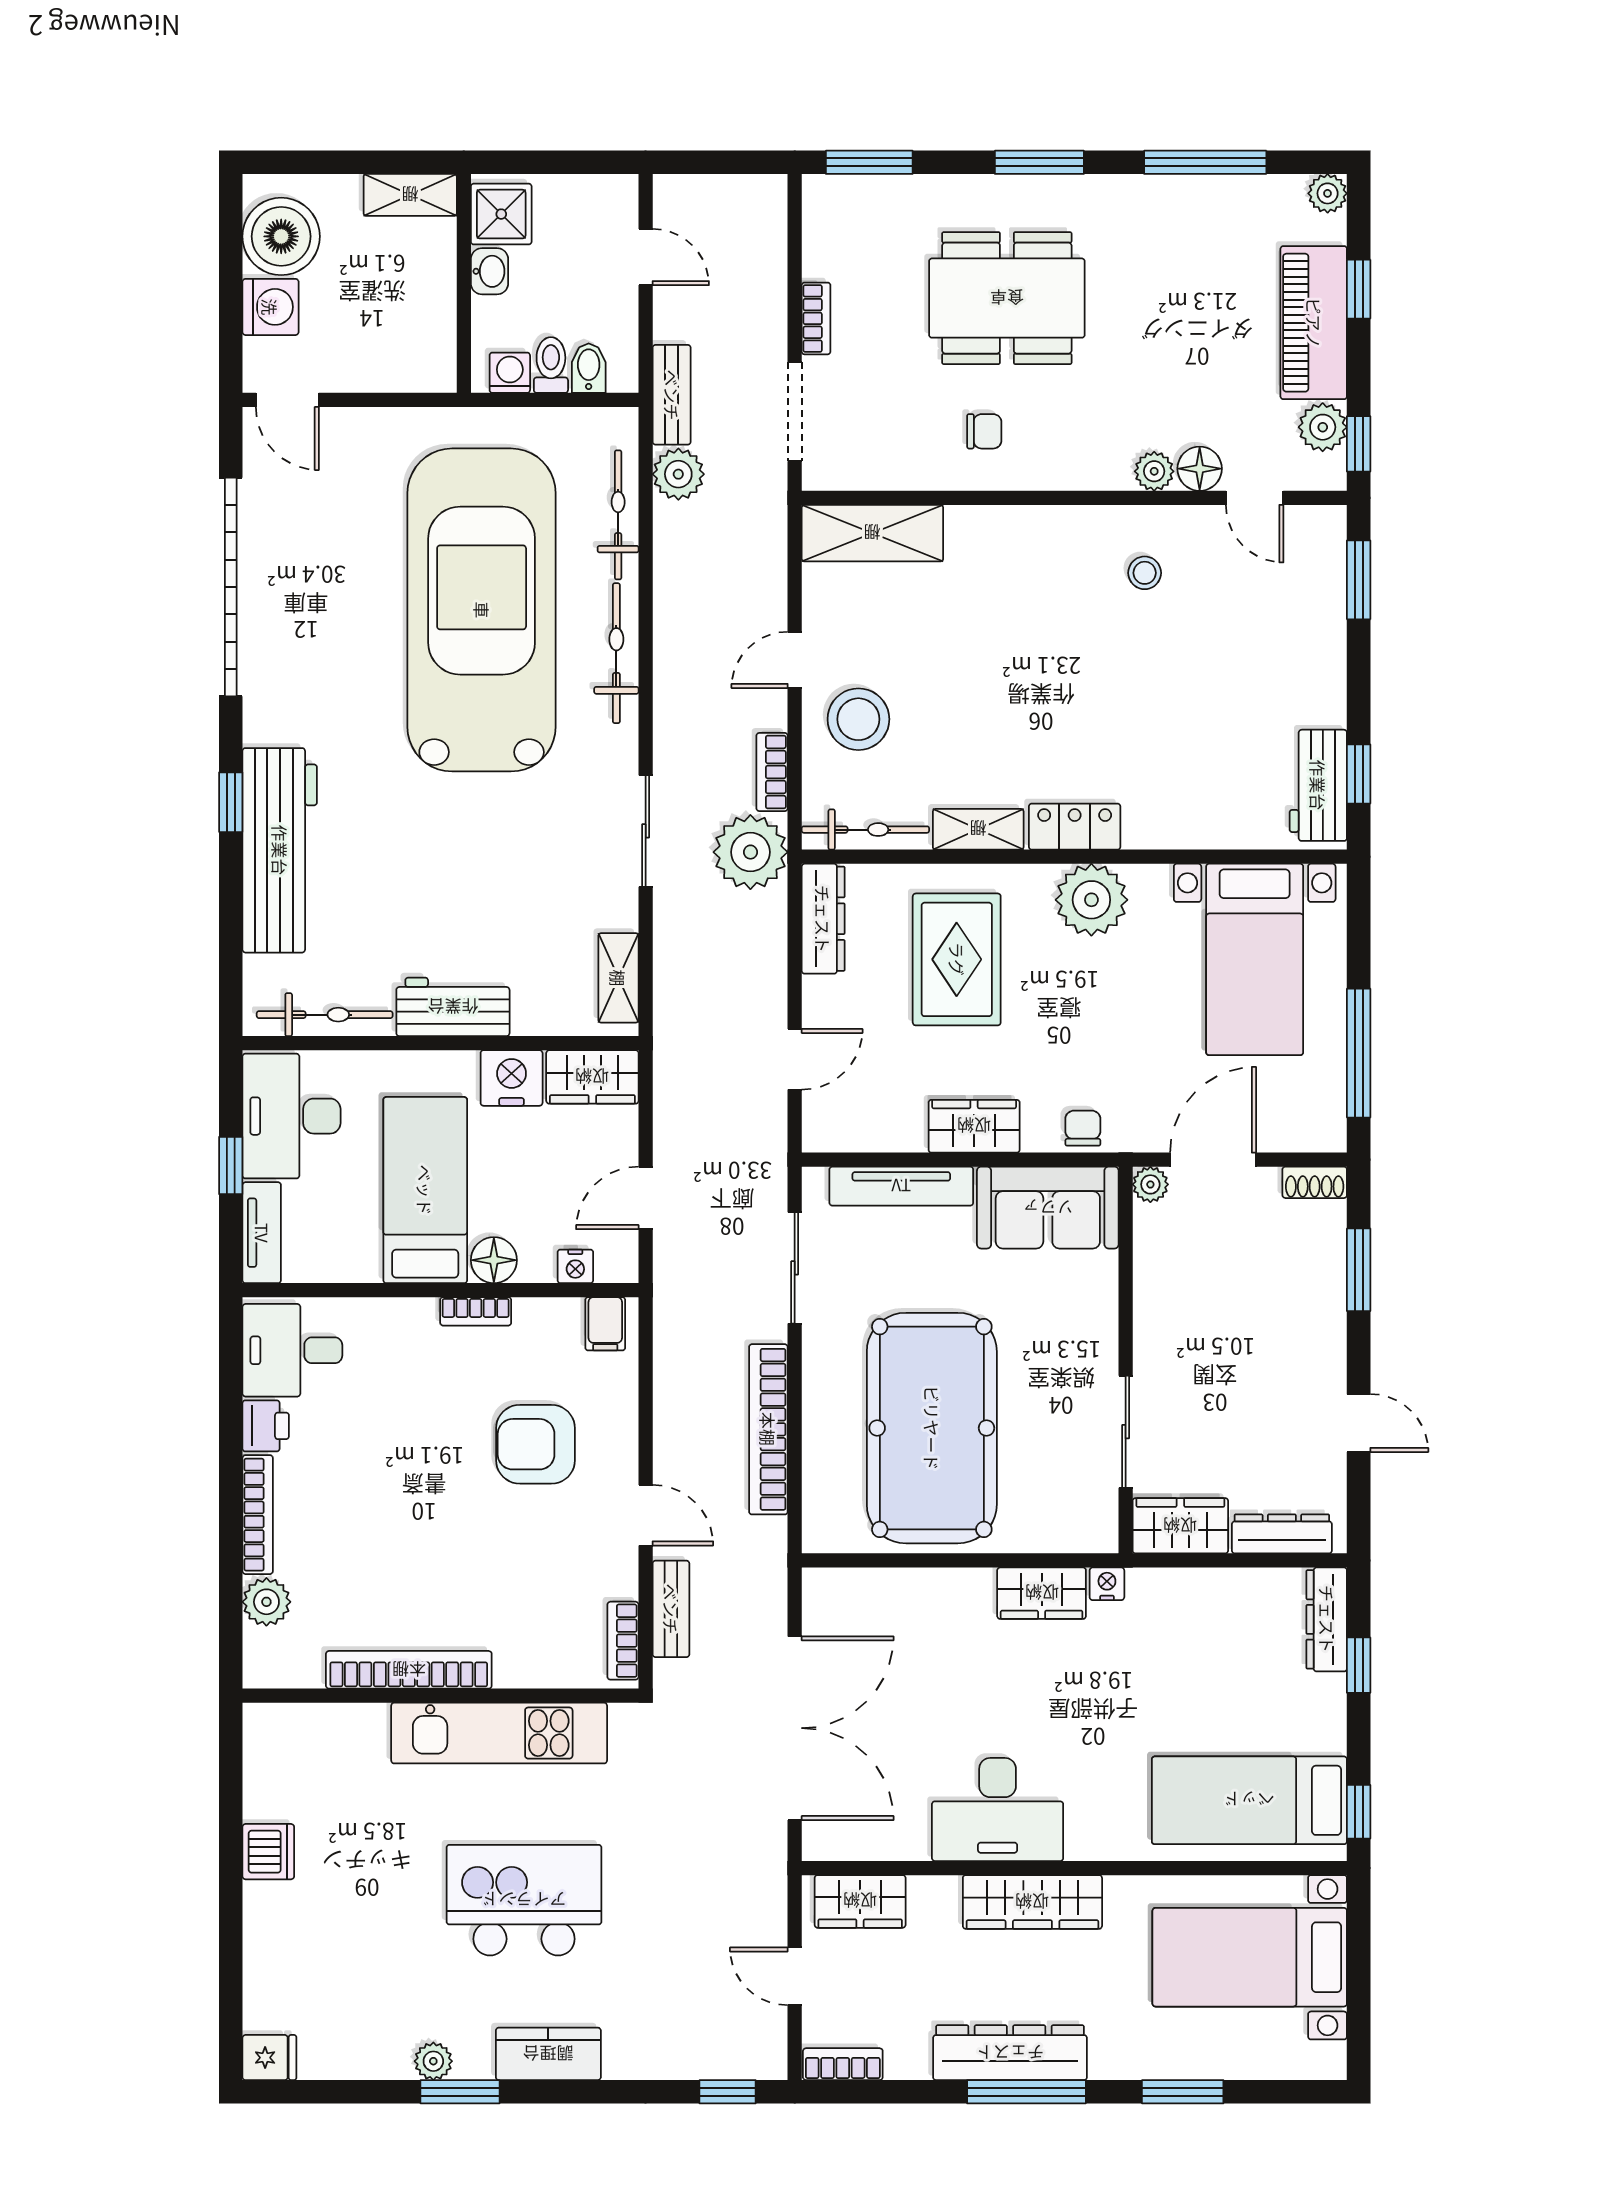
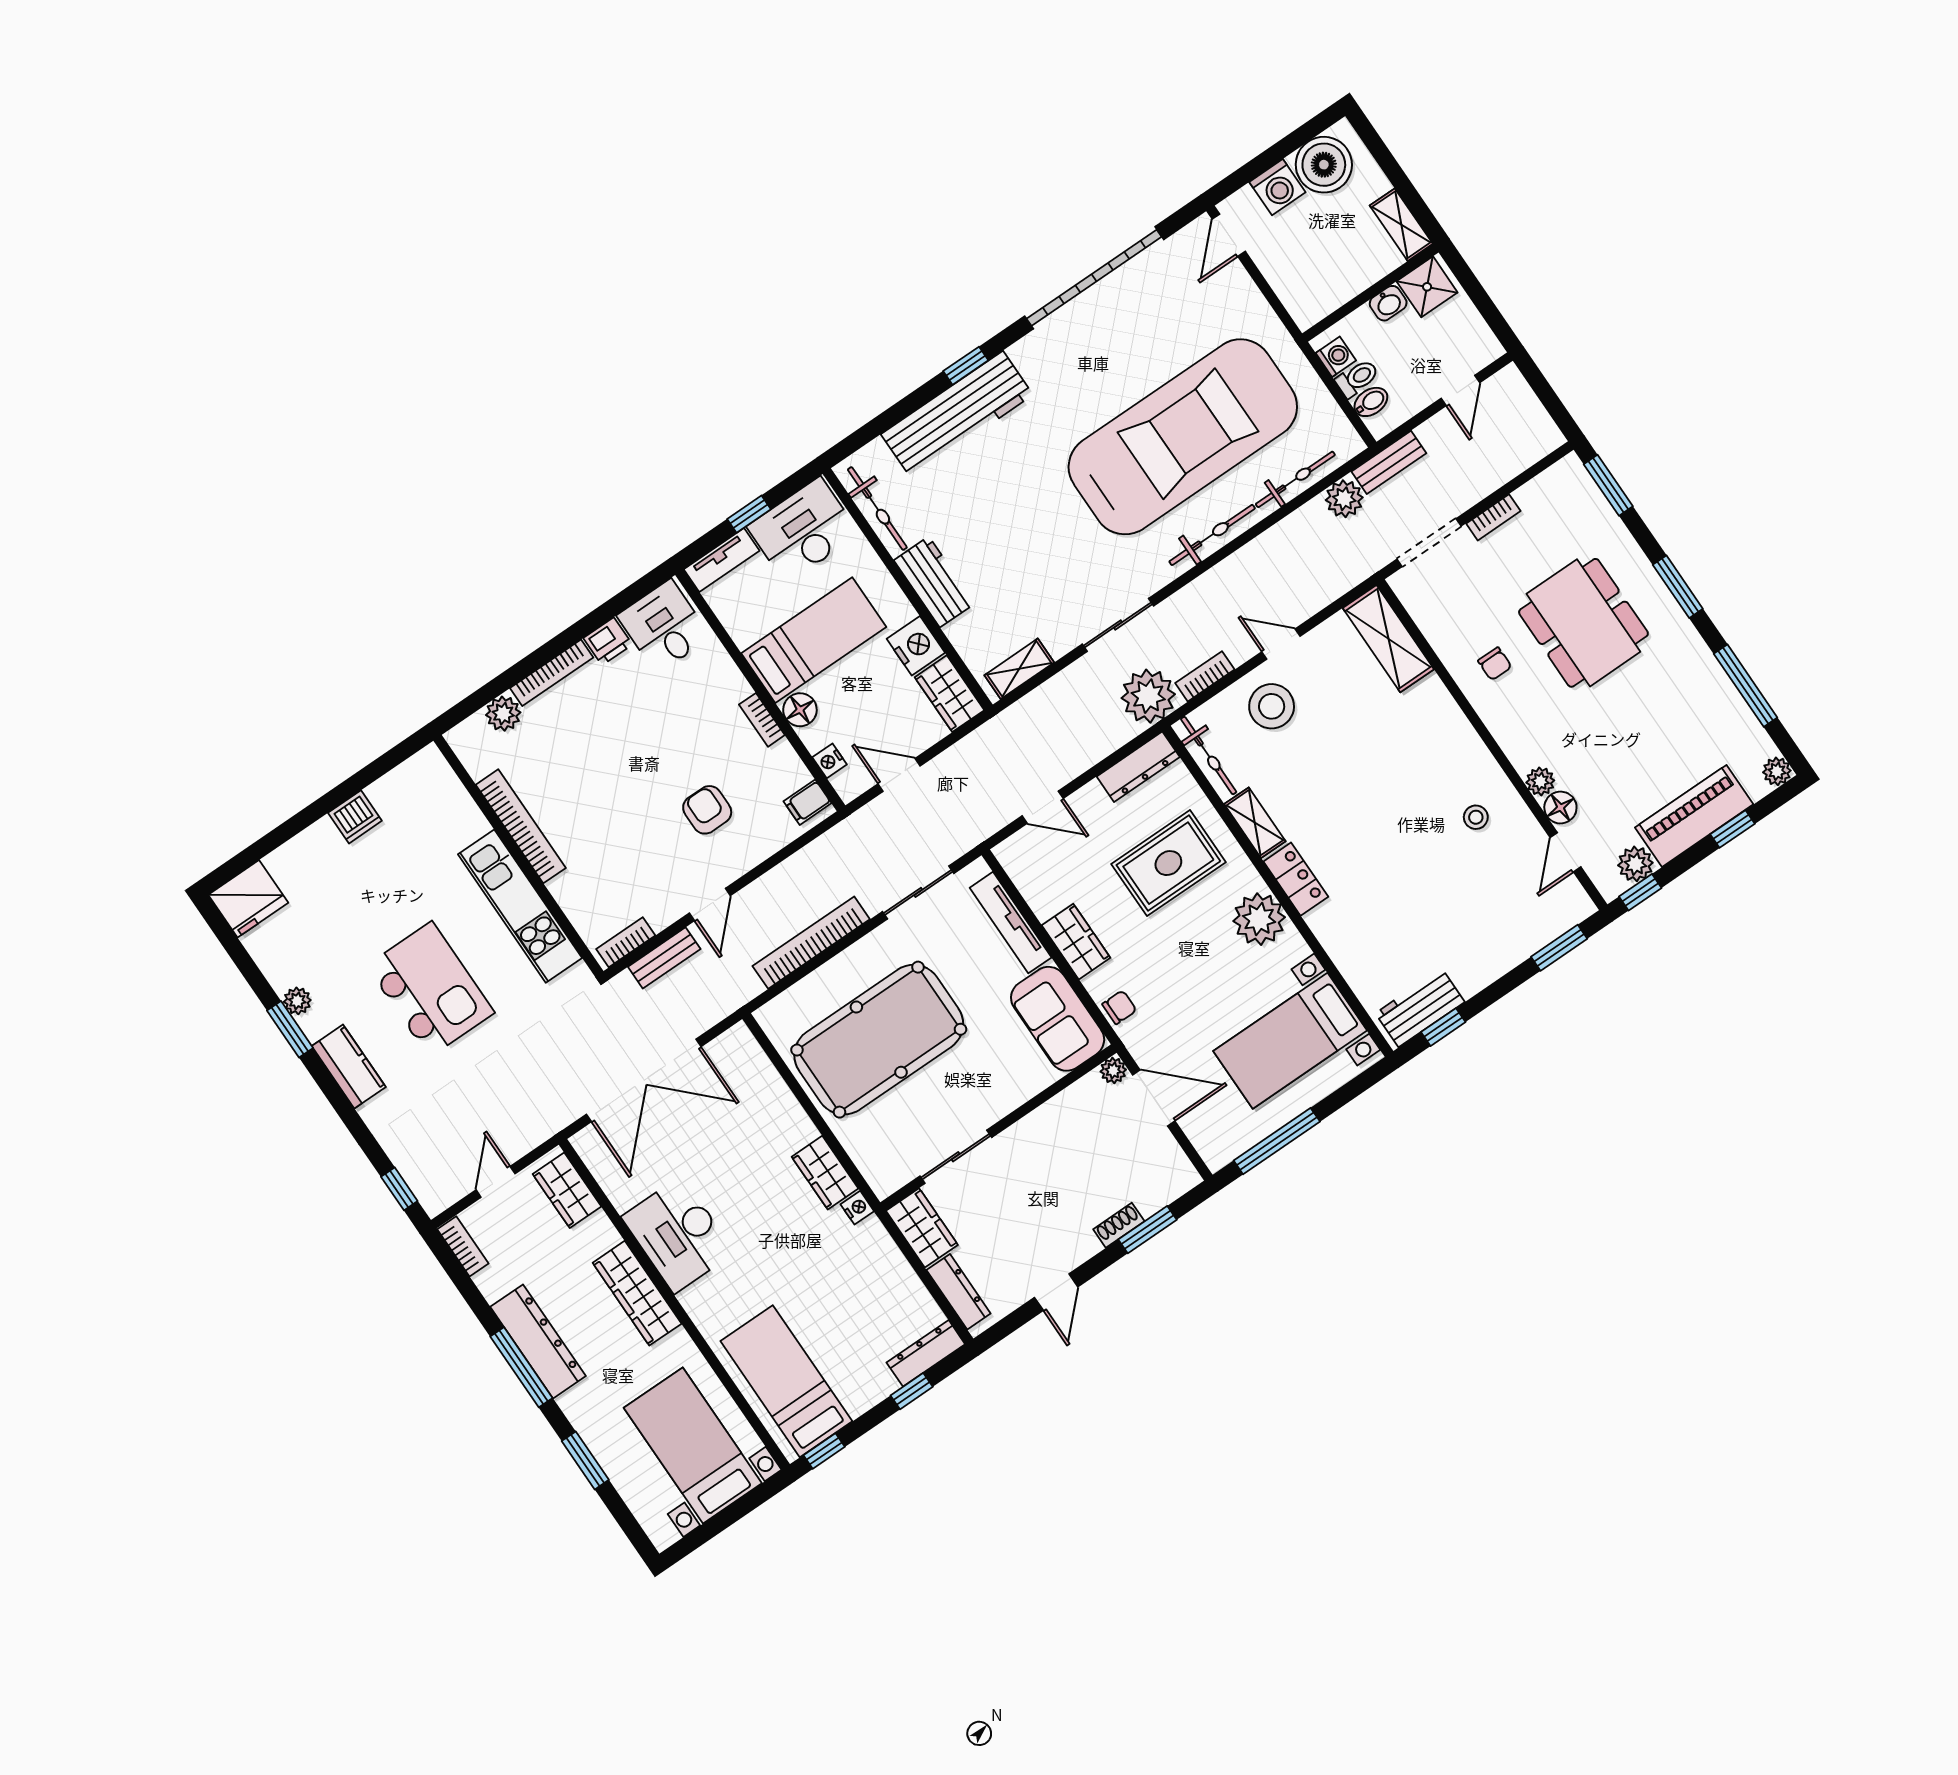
shoe rack: (1315, 1182) -> (1119, 1225), moved, turned 90
armchair: (536, 1444) -> (707, 810), width x0.72, depth x0.72
fridge: (269, 2058) -> (248, 899), width x1.88, depth x1.34

